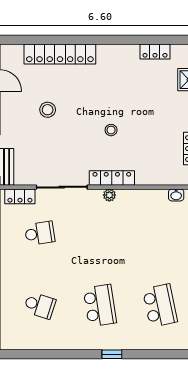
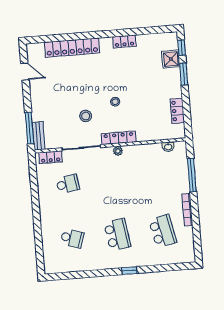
locker: (155, 52) -> (124, 41), moved
stool: (48, 110) -> (86, 116), moved

